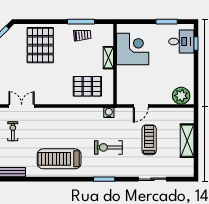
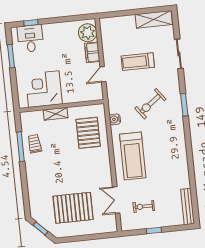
pallet: (40, 45) -> (73, 208), moved
filing cabinet: (162, 98) -> (92, 52), added
door: (141, 106) -> (103, 74), swing flipped
water cooler: (109, 113) -> (115, 119), moved
shelving: (187, 141) -> (154, 19), moved
exercise bike: (108, 147) -> (150, 104), turned 53
treadmill: (59, 159) -> (133, 156), moved

